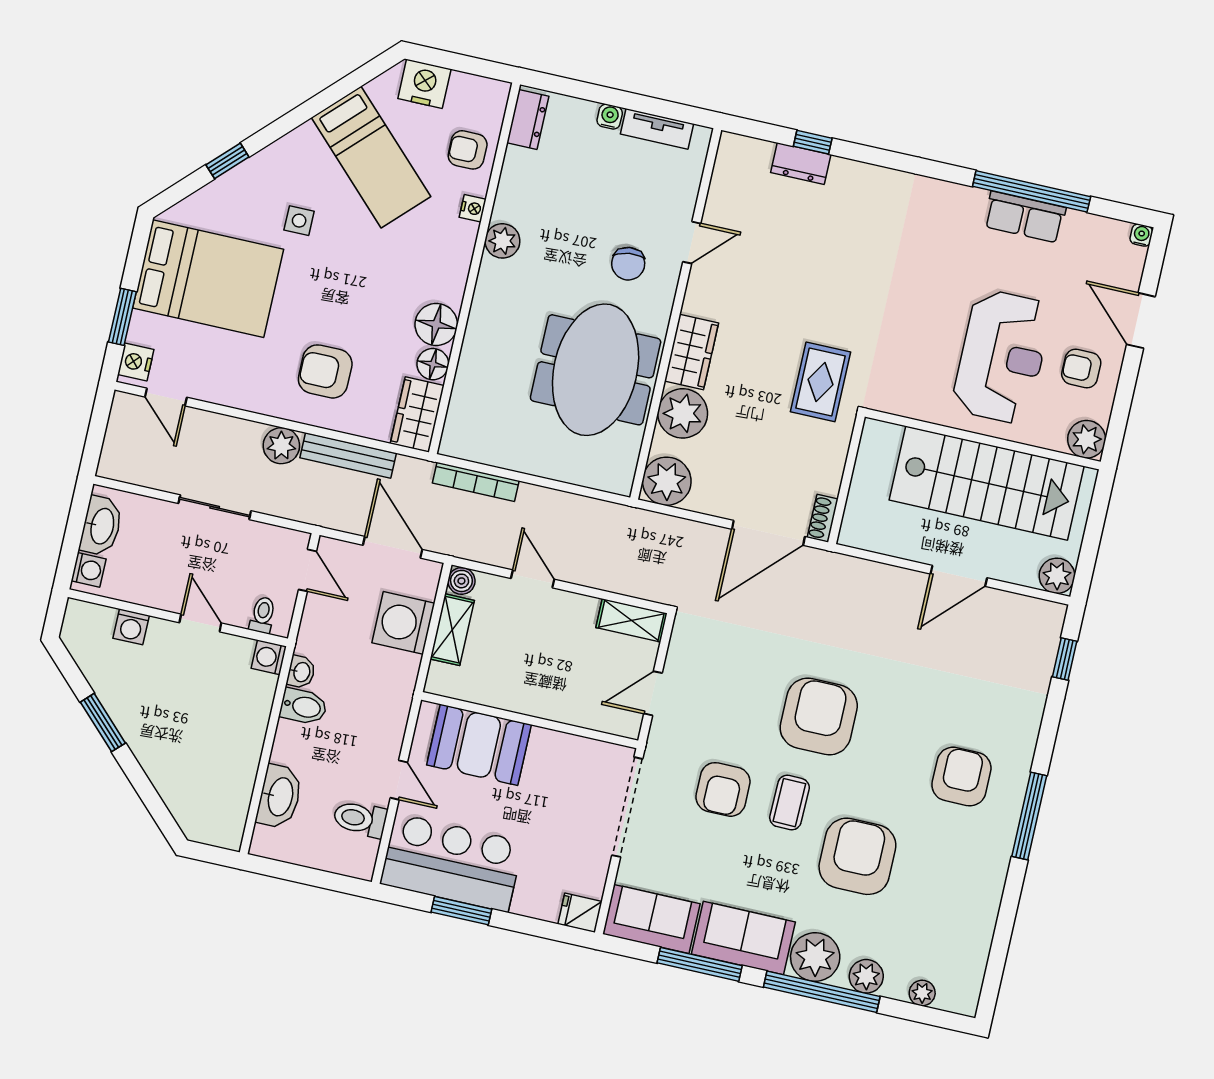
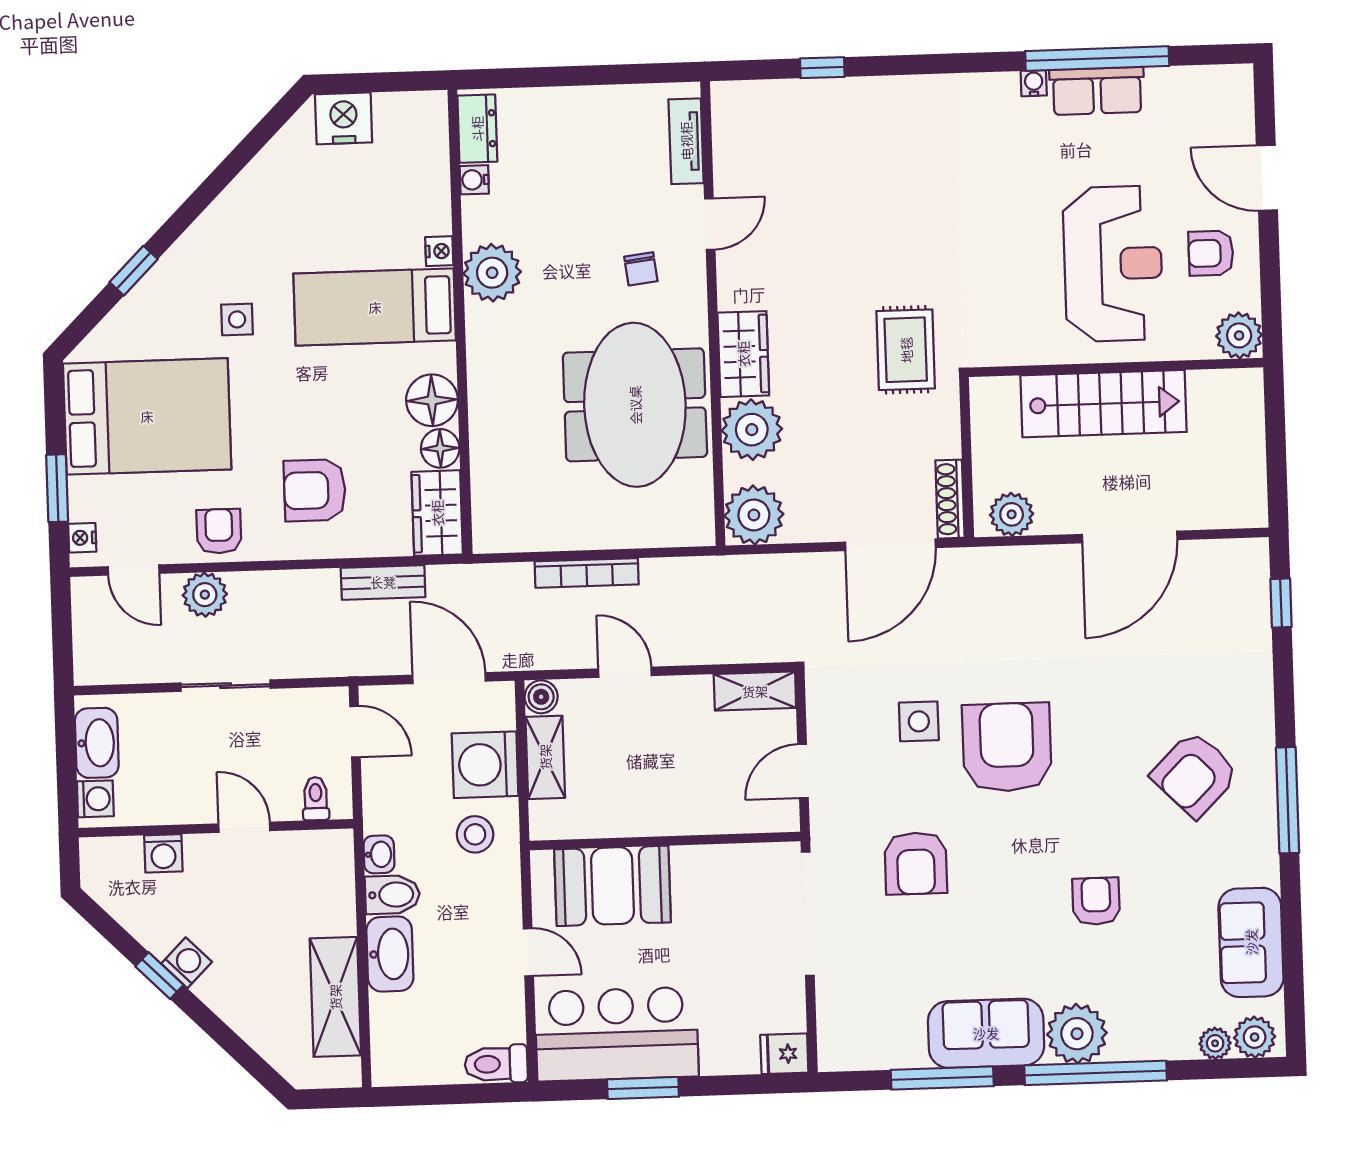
water cooler: (610, 117) -> (474, 180), moved, turned -90
tv unit: (657, 129) -> (686, 141), moved, turned 90
armchair: (468, 150) -> (219, 531), moved, turned 90
bed: (371, 157) -> (375, 307), moved, turned 135
dresser: (801, 164) -> (815, 97), removed
water cooler: (1141, 235) -> (1034, 83), moved
plant: (502, 241) -> (492, 273), width x1.36, depth x1.36
chair: (628, 264) -> (641, 269), width x0.73, depth x0.73
nightstand: (136, 362) -> (82, 538), width x0.72, depth x0.74
plant: (281, 446) -> (205, 595), moved
bench: (348, 455) -> (383, 582), width x0.73
bookcase: (476, 482) -> (587, 573), moved
stairs: (987, 483) -> (1104, 404), width x0.73, depth x0.66
shoe rack: (823, 518) -> (950, 499), width x1.43
door: (959, 576) -> (1130, 537), width x1.36
plant: (1057, 576) -> (1012, 514), moved
washing machine: (269, 657) -> (187, 963), moved, turned 135
stool: (381, 676) -> (475, 834), added
side table: (755, 678) -> (919, 721), added
window: (103, 723) -> (159, 976), width x0.67
shelving: (237, 775) -> (335, 997), added
armchair: (961, 777) -> (1195, 774), turned -135
washbasin: (279, 797) -> (390, 954), moved
coffee table: (789, 803) -> (999, 858), removed
toilet: (360, 819) -> (496, 1064), moved
armchair: (857, 856) -> (1096, 901), width x0.53, depth x0.53
sofa: (651, 919) -> (1251, 942), moved, turned -90
plant: (866, 976) -> (1255, 1037), moved

